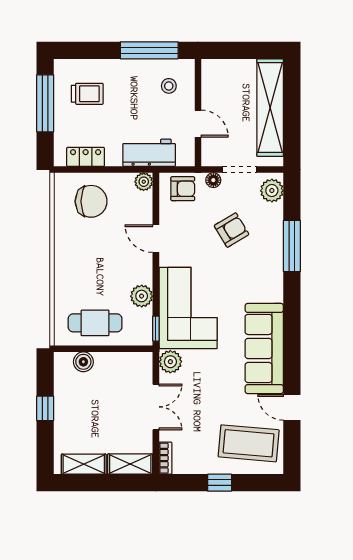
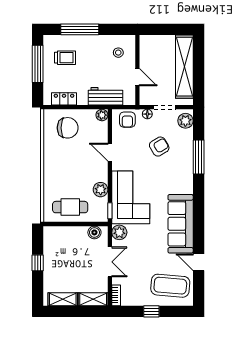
window: (149, 50) -> (80, 29), moved
armchair: (183, 189) -> (127, 120), turned 90
boiler: (83, 362) -> (94, 232), moved

